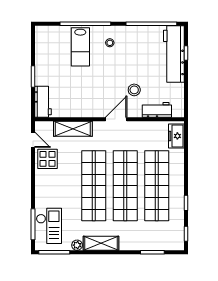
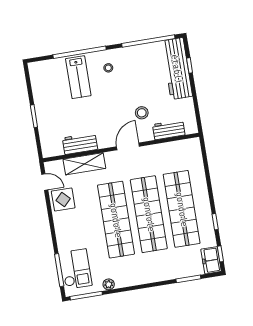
workbench: (43, 102) -> (80, 144), moved, turned -90
freezer: (176, 136) -> (211, 260), moved
shelving: (101, 243) -> (133, 278), removed

